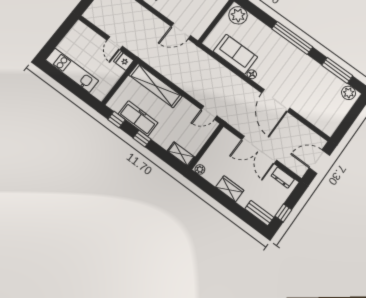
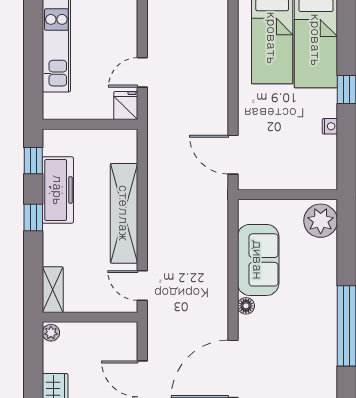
shelving: (155, 86) -> (124, 213), moved

